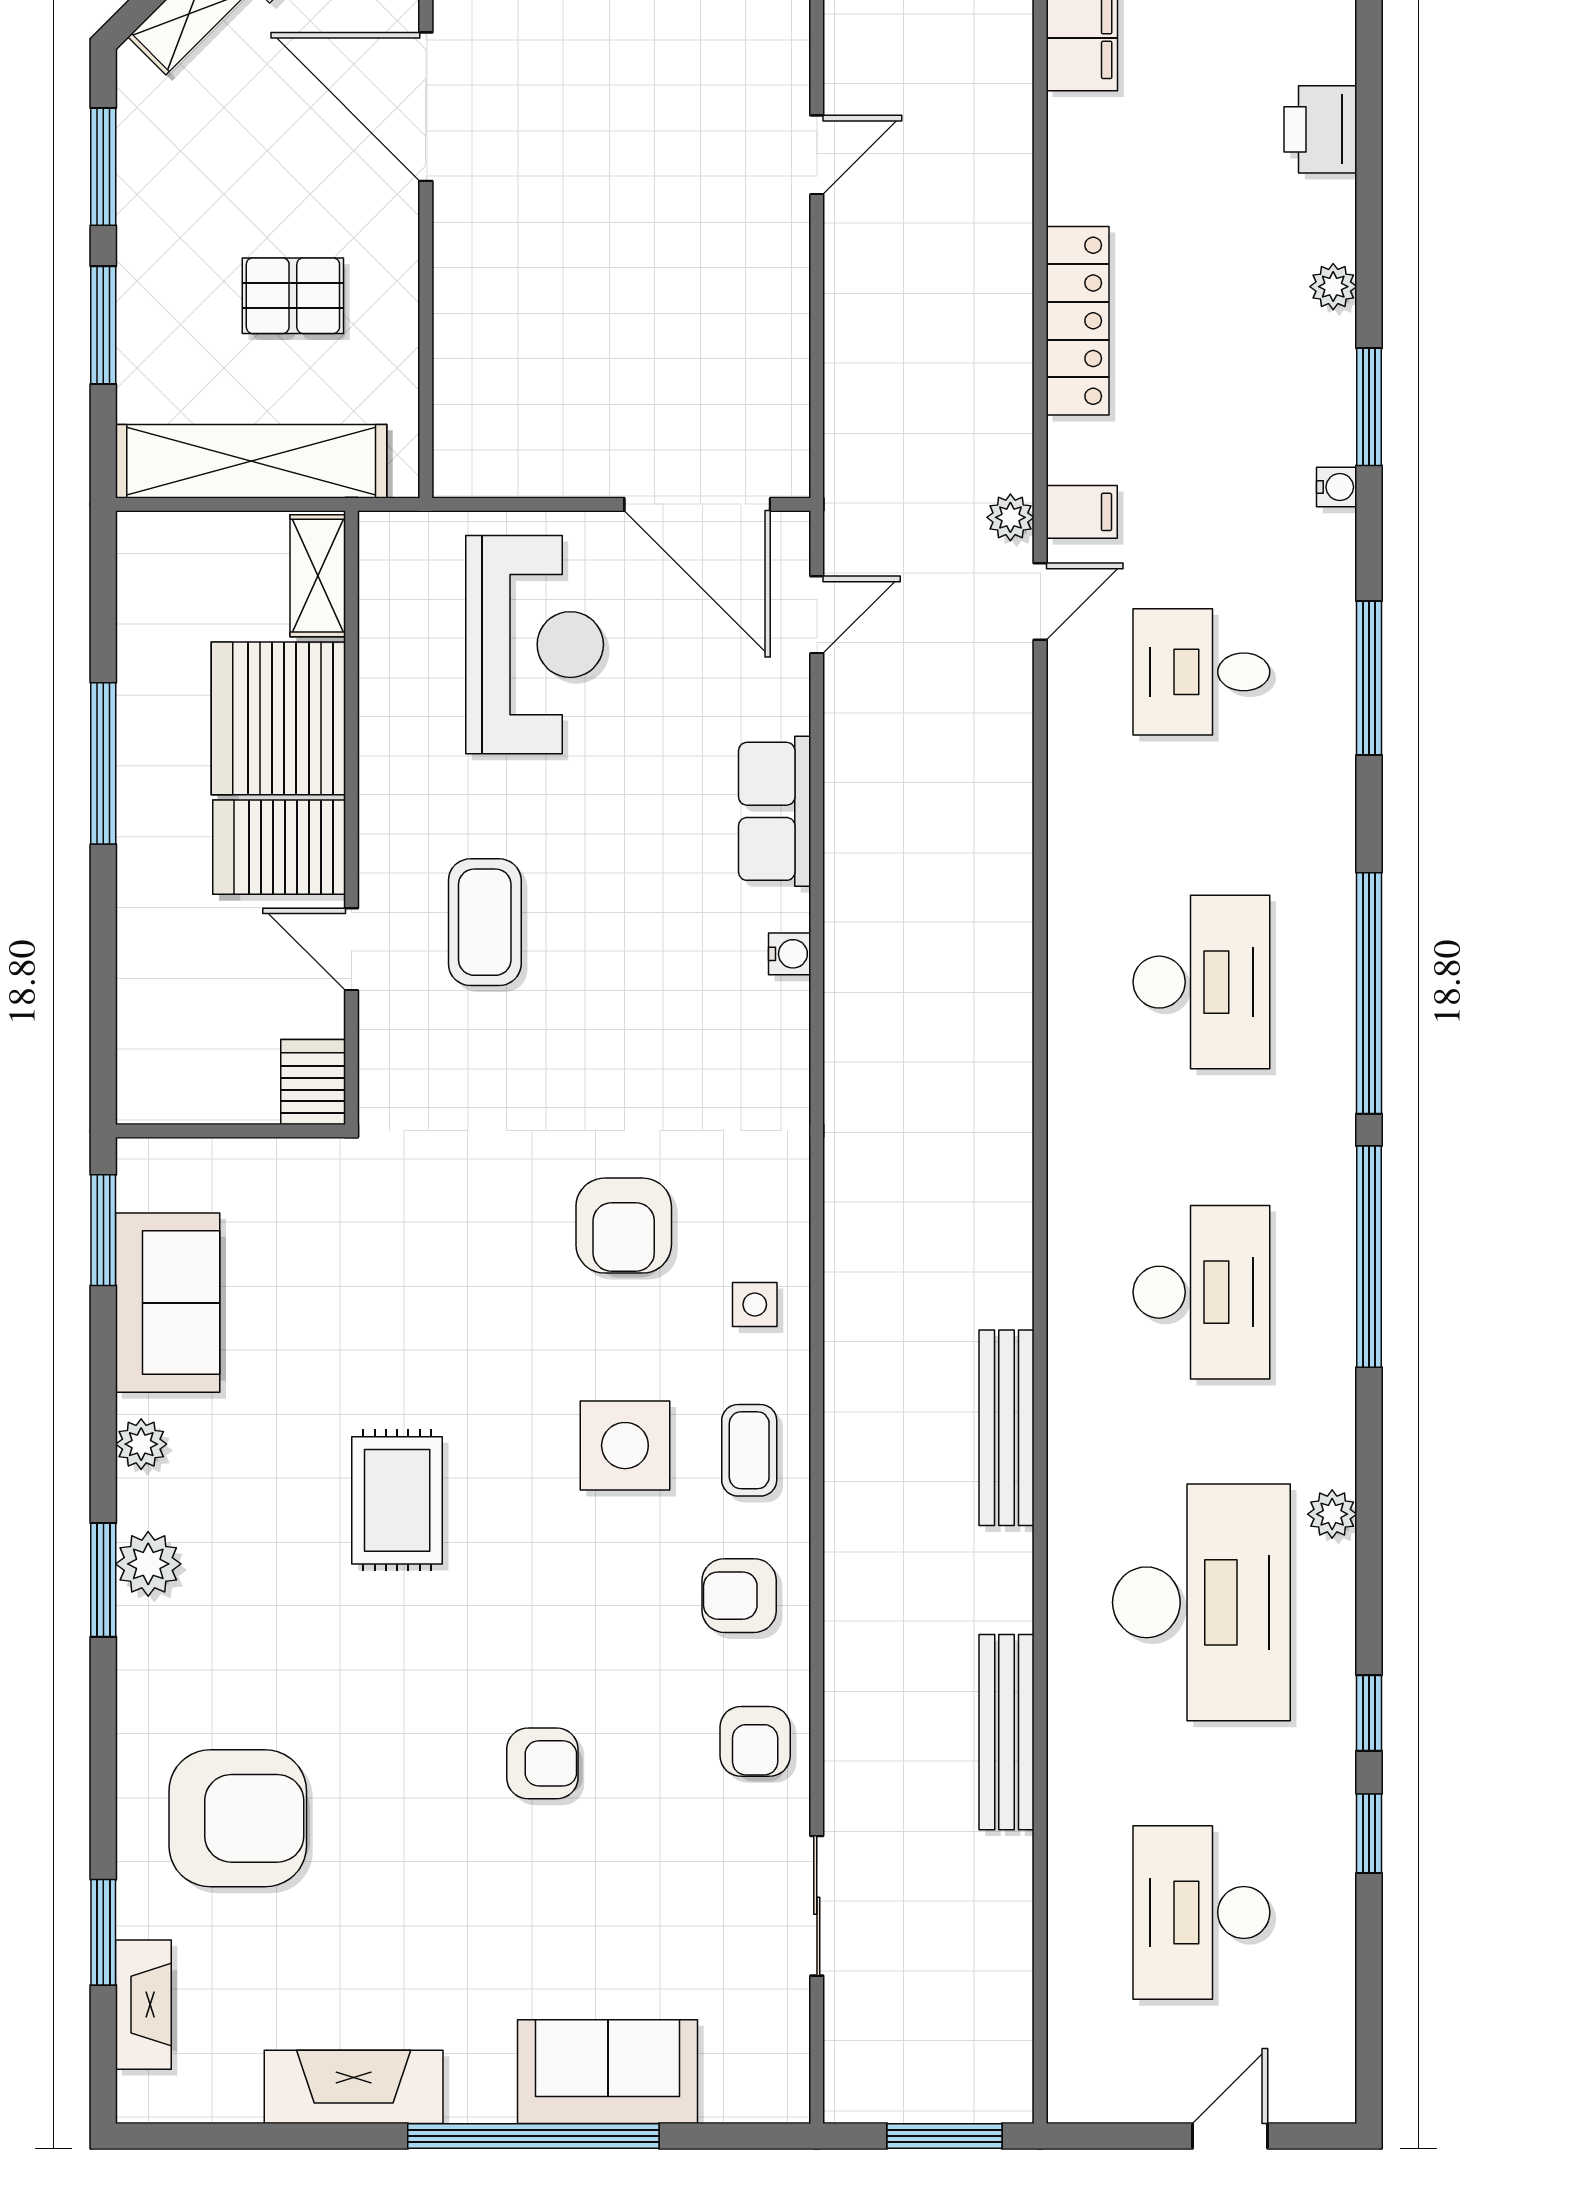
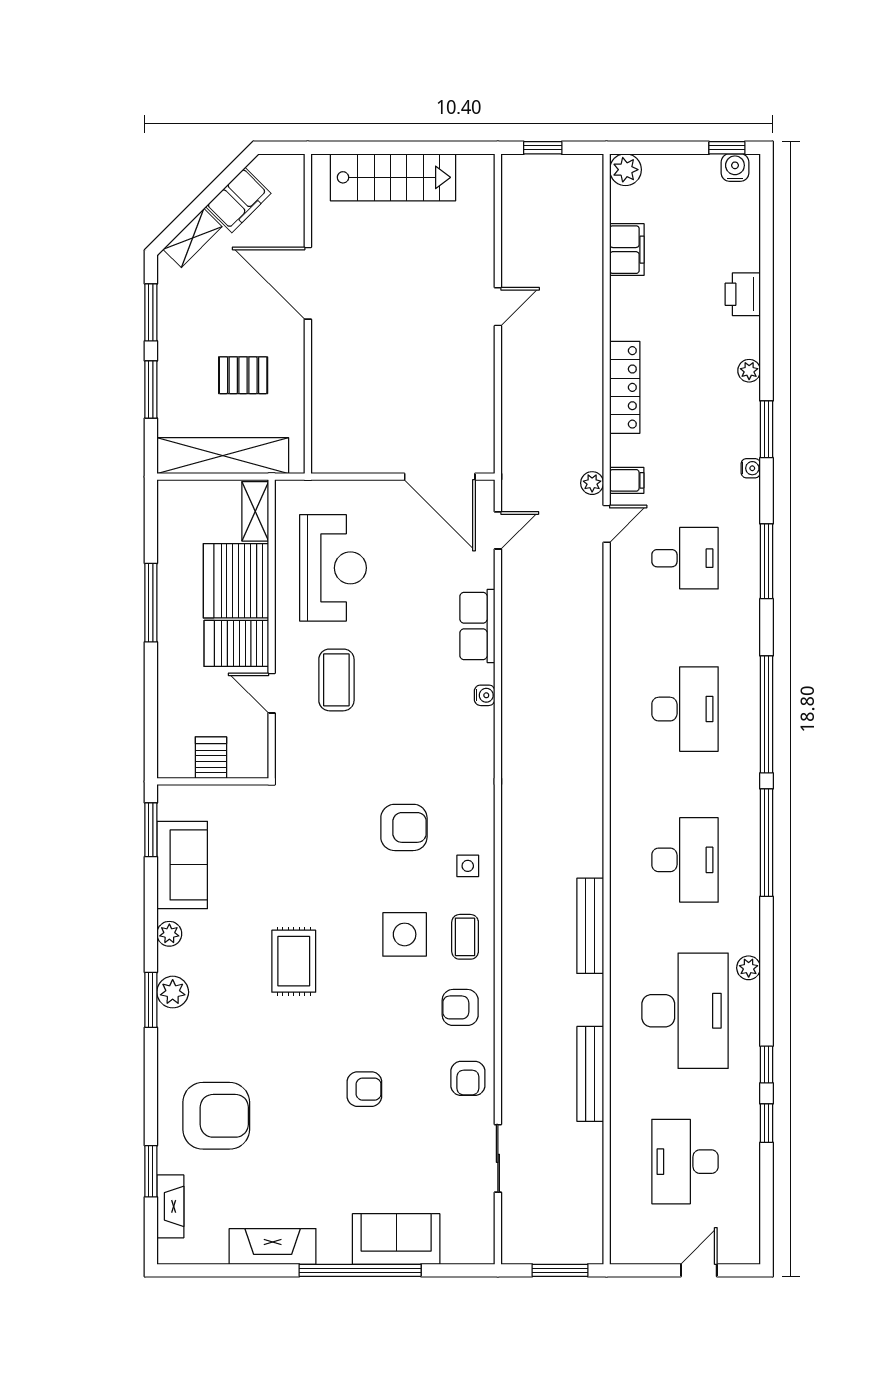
reception desk: (535, 645) -> (333, 568), moved
desk: (1201, 672) -> (685, 558), turned 180
server rack: (313, 1082) -> (211, 758), moved
armchair: (624, 1226) -> (404, 827), turned -90

